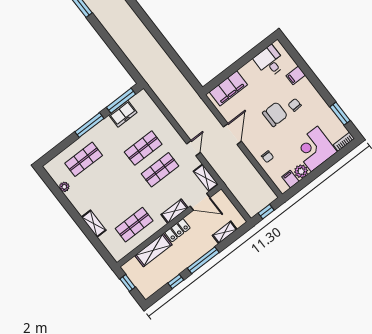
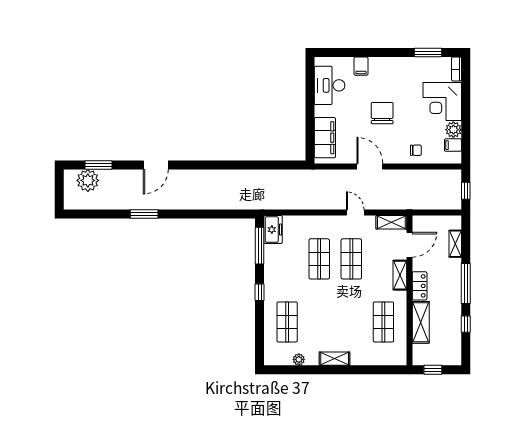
desk: (270, 61) -> (330, 85), width x1.37
chair: (295, 105) -> (388, 88), removed
freezer: (123, 114) -> (273, 230), moved
window: (89, 125) -> (260, 292), width x0.46
shelving: (94, 224) -> (335, 359), moved

